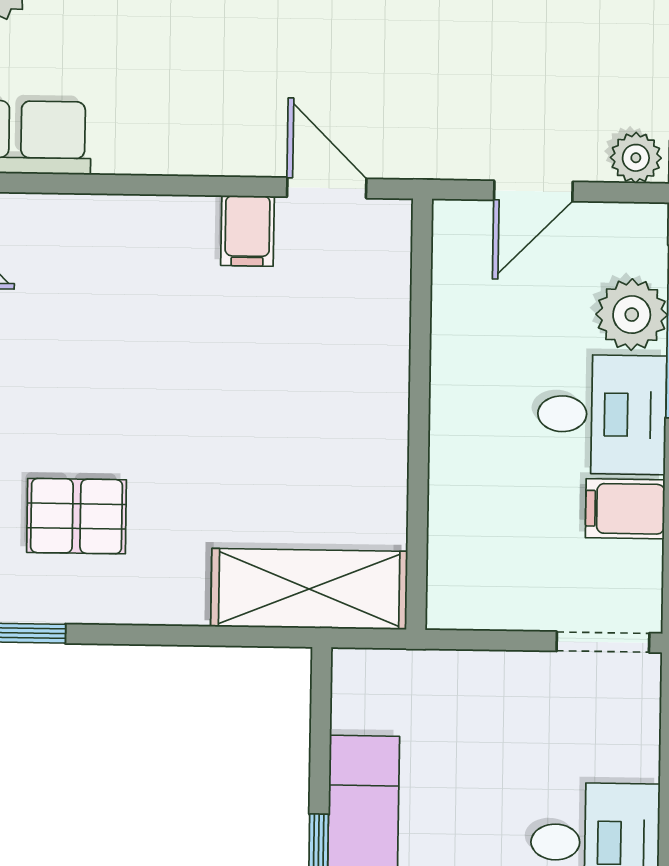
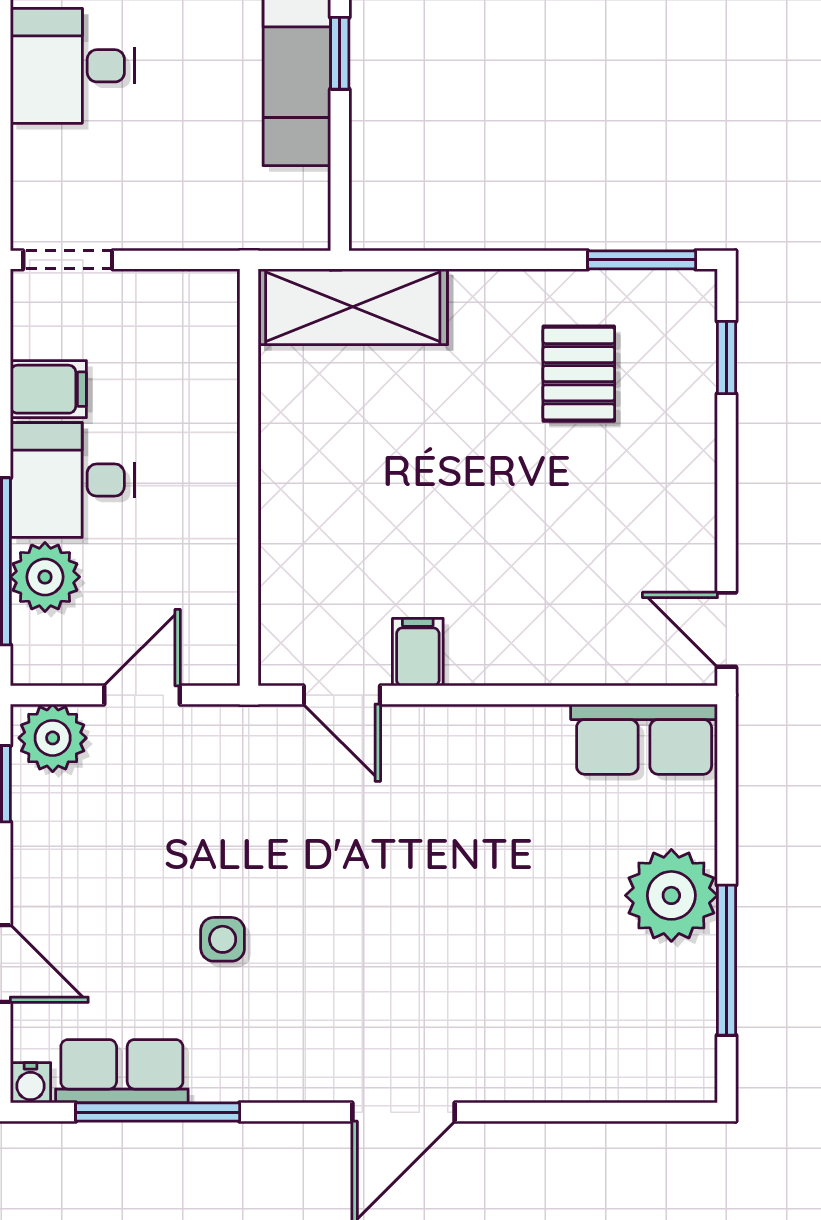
plant: (636, 158) -> (53, 738), width x1.38, depth x1.38
pallet: (77, 516) -> (579, 374), turned 90

